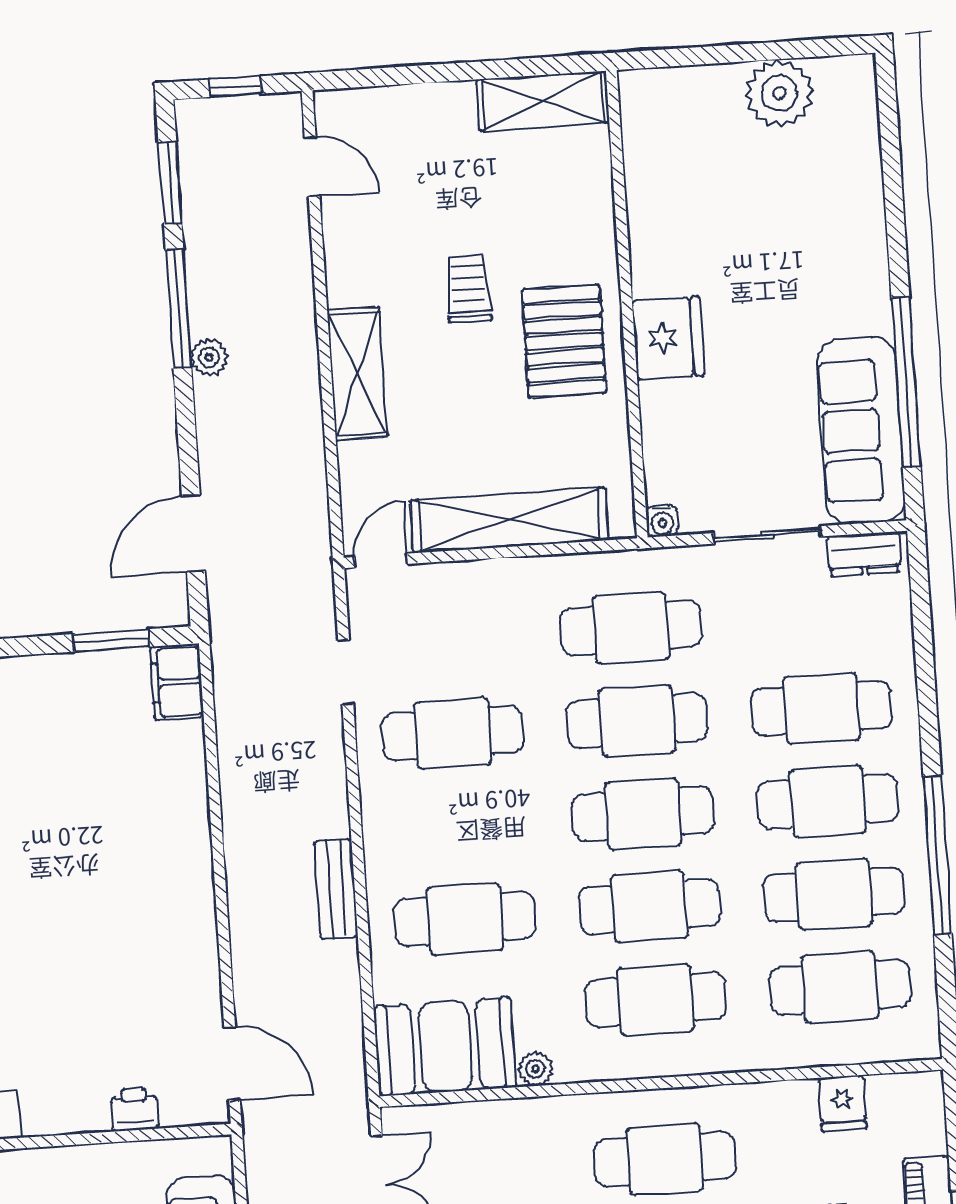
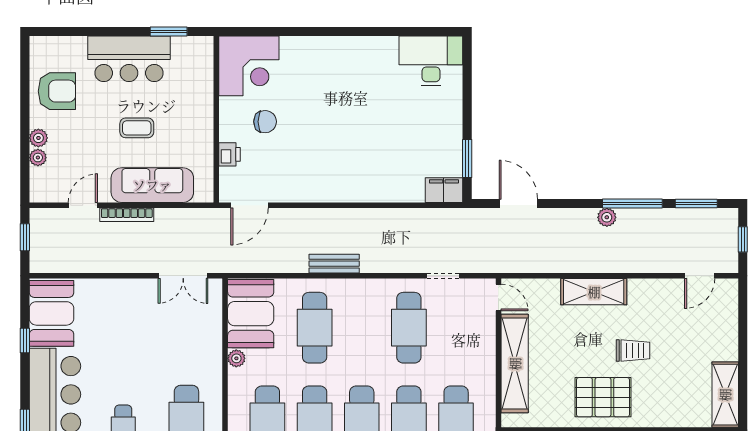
chair: (65, 1043) -> (265, 122), added

